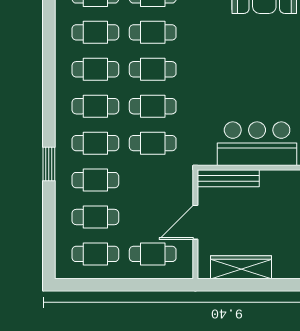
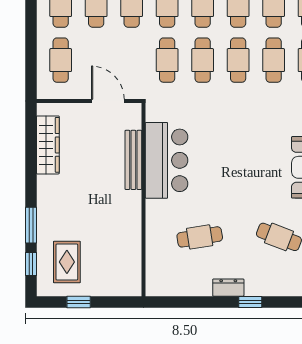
bench: (228, 178) -> (133, 160), moved
door: (195, 222) -> (108, 101), moved

